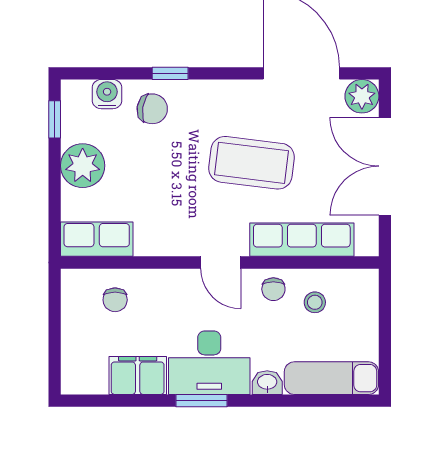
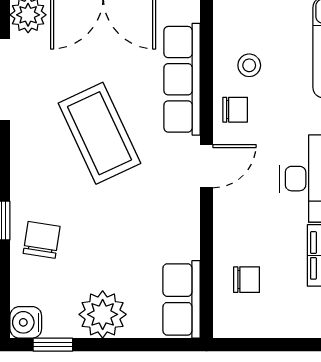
water cooler: (107, 94) -> (26, 322), moved
coffee table: (252, 163) -> (99, 133), turned -32

